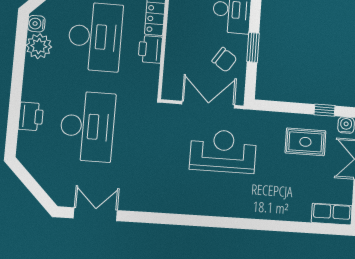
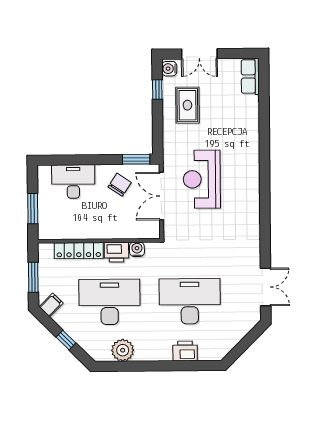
water cooler: (36, 24) -> (137, 249), moved, turned 180
window: (253, 47) -> (136, 159), moved
double door: (95, 214) -> (266, 287), swing flipped

